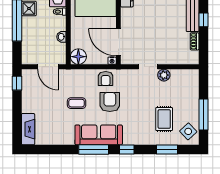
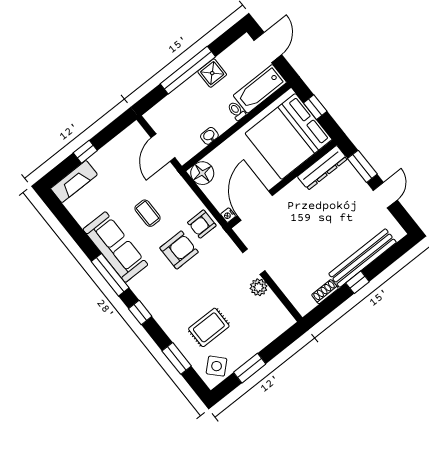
window: (17, 83) -> (85, 152), moved
window: (203, 114) -> (250, 368), width x0.69
sofa: (99, 135) -> (115, 247), moved

